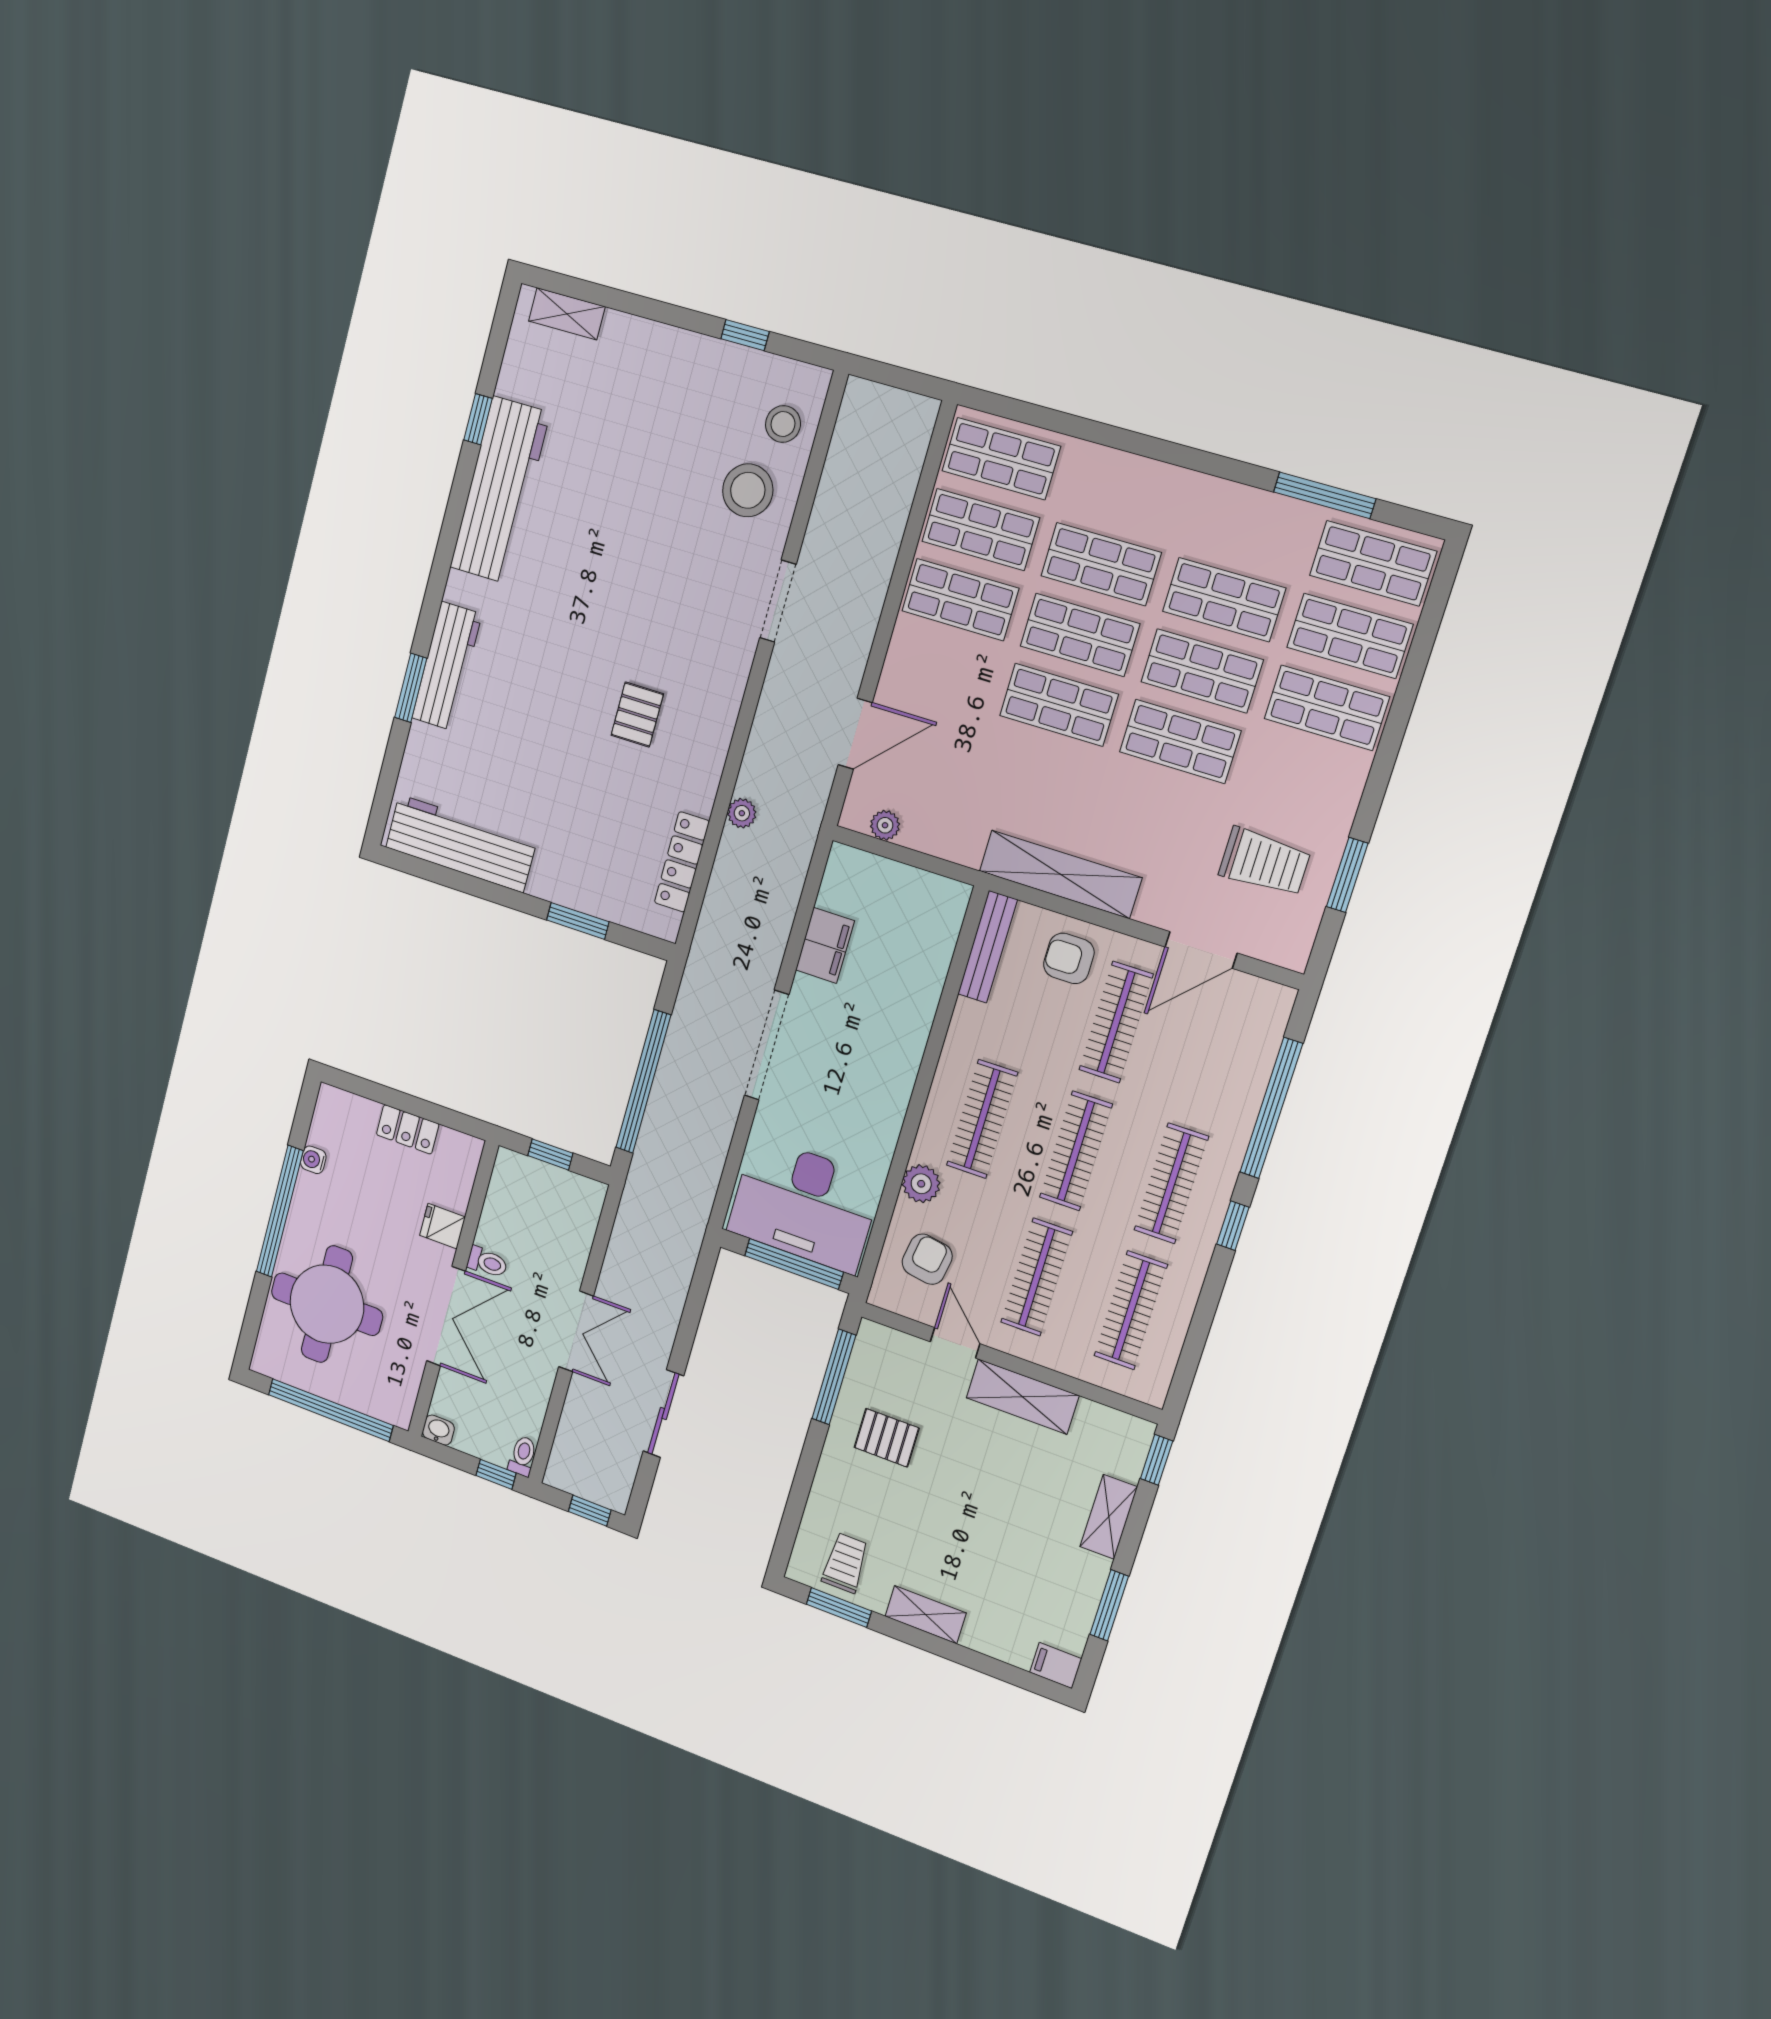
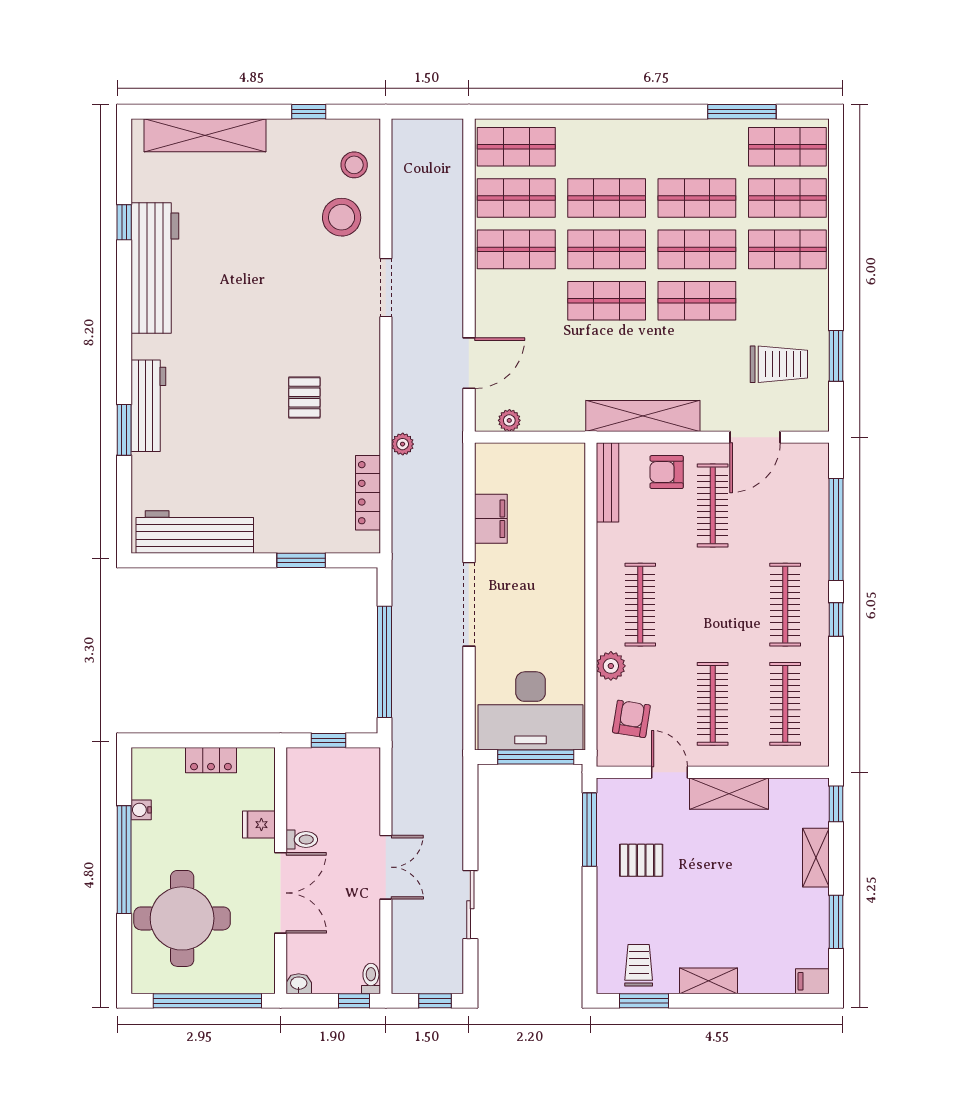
shelving: (567, 314) -> (205, 135), width x2.20, depth x1.33
clothes rail: (1076, 1151) -> (713, 605), removed

